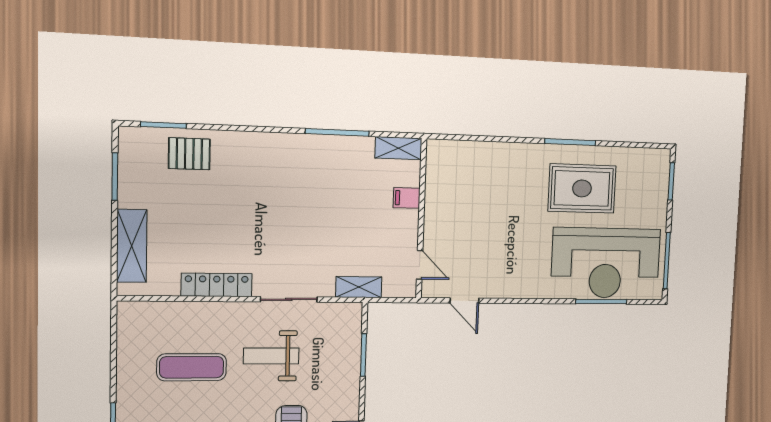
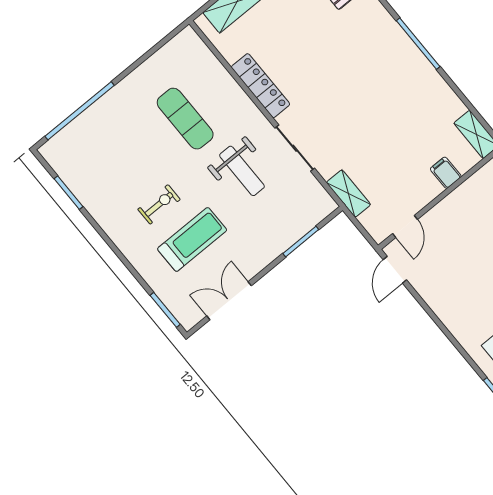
window: (337, 132) -> (418, 44), moved
door: (464, 301) -> (395, 270), moved
weight bench: (271, 356) -> (242, 171), turned 180

